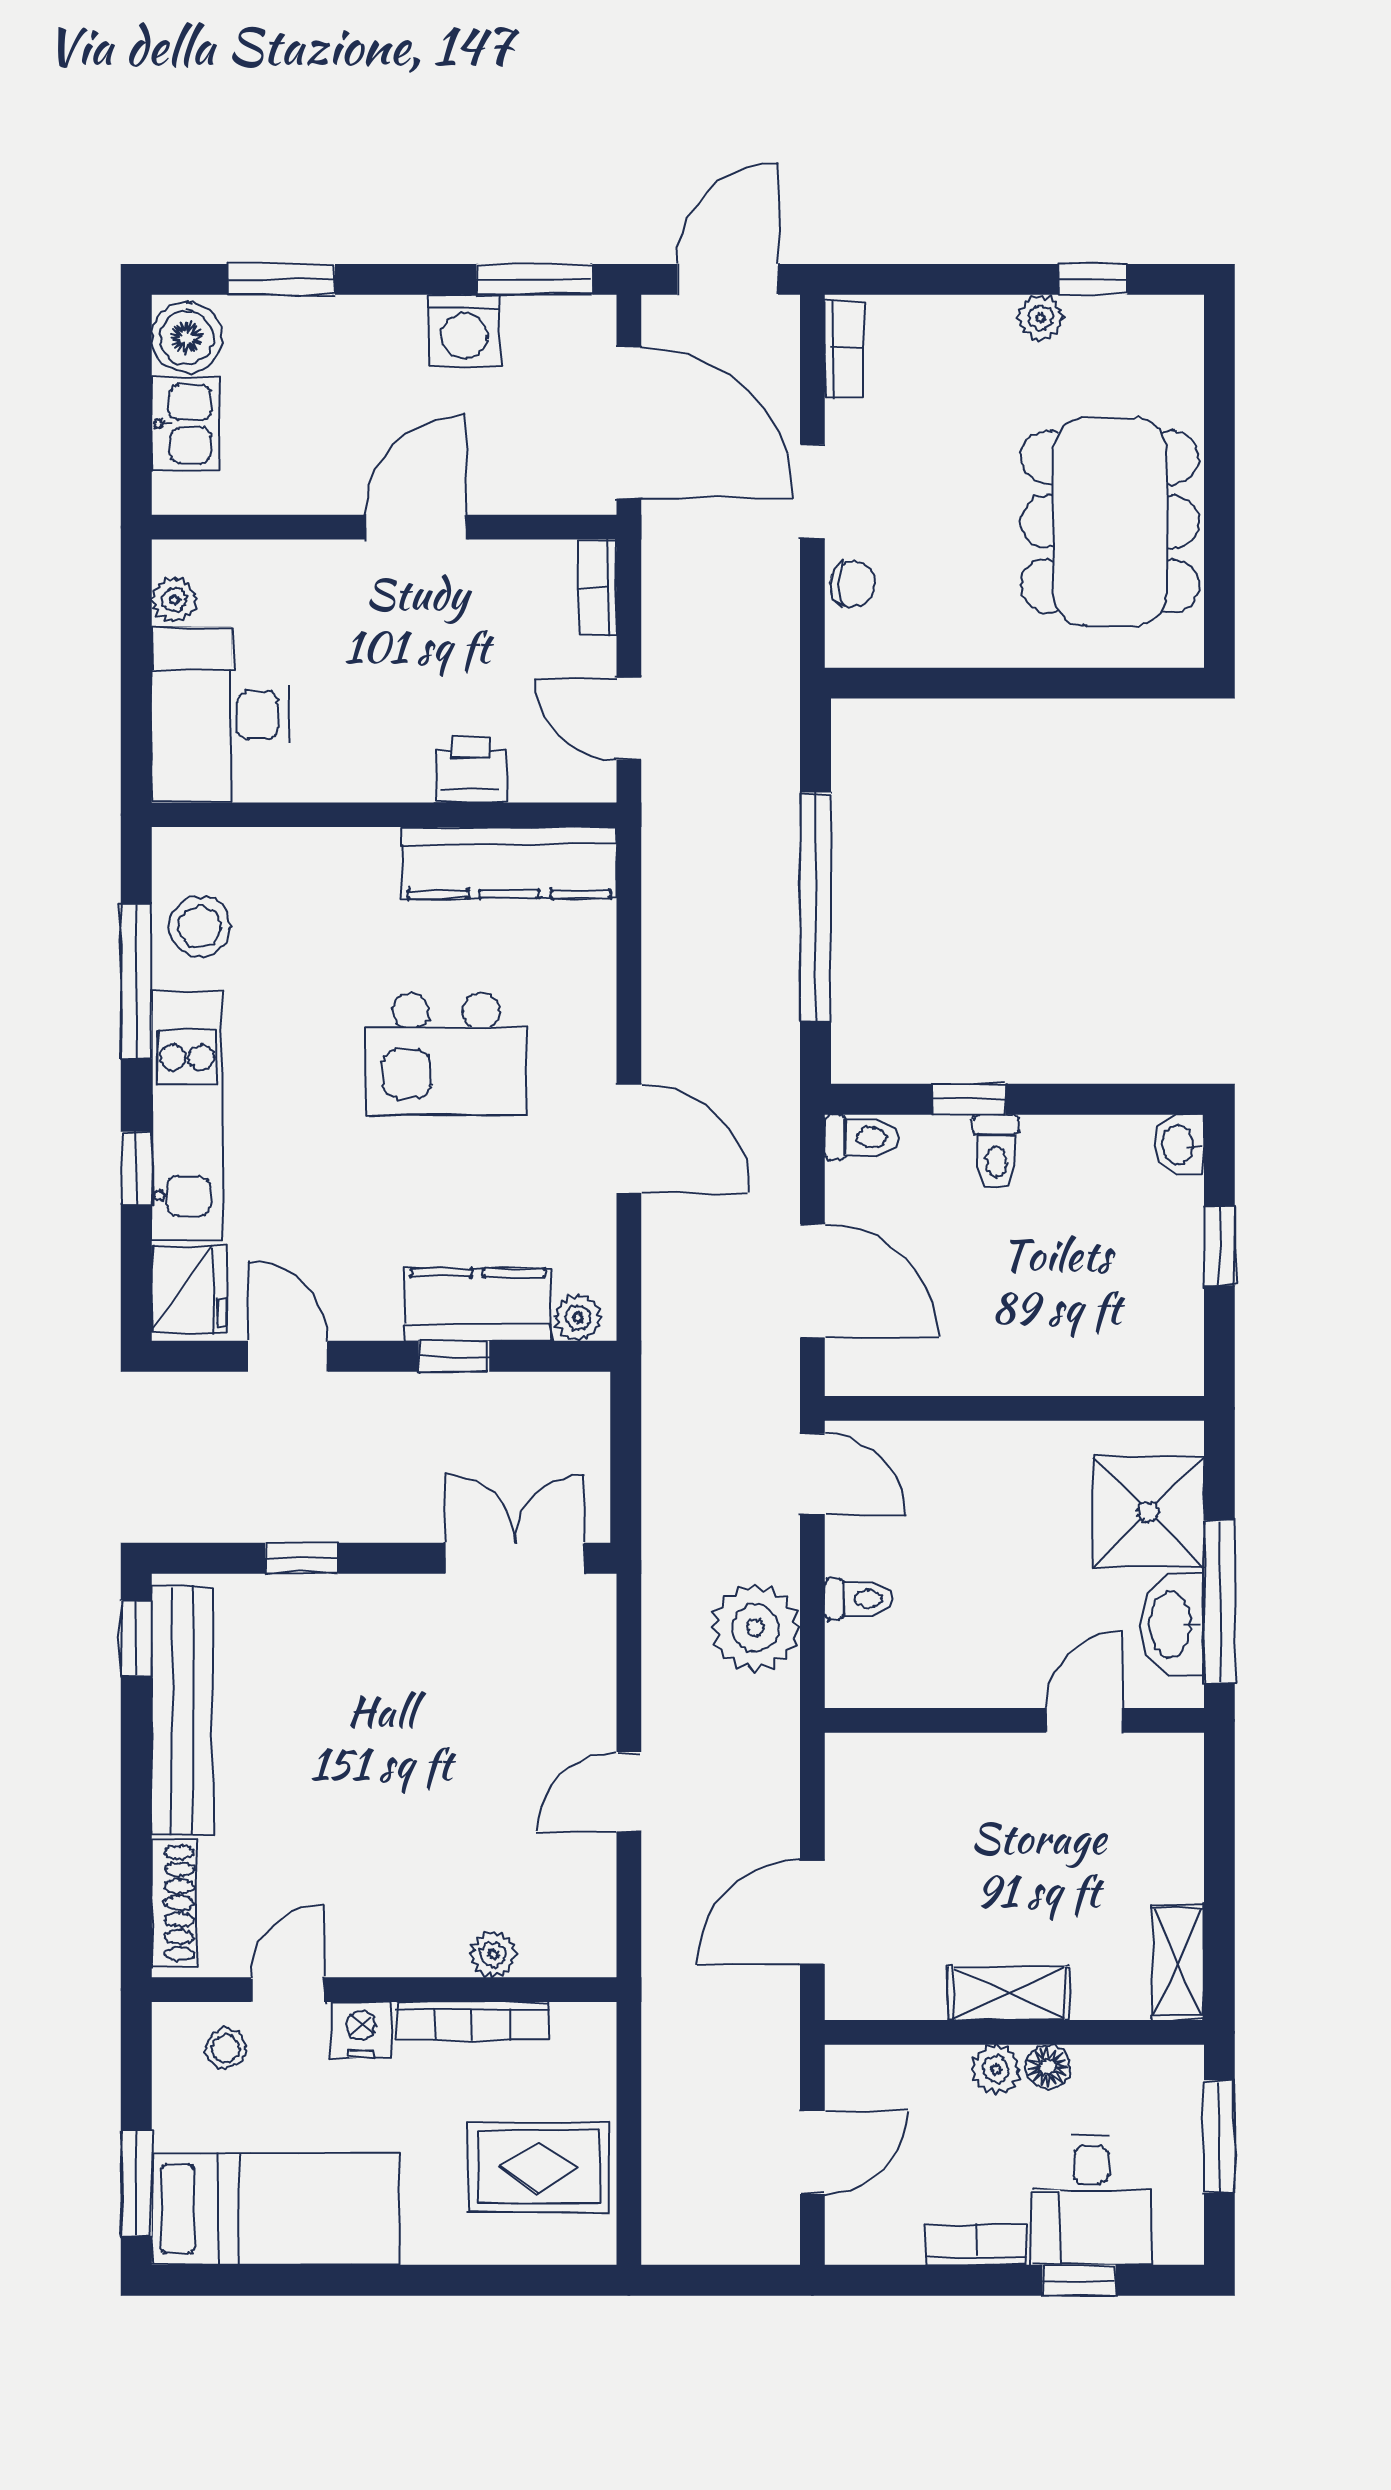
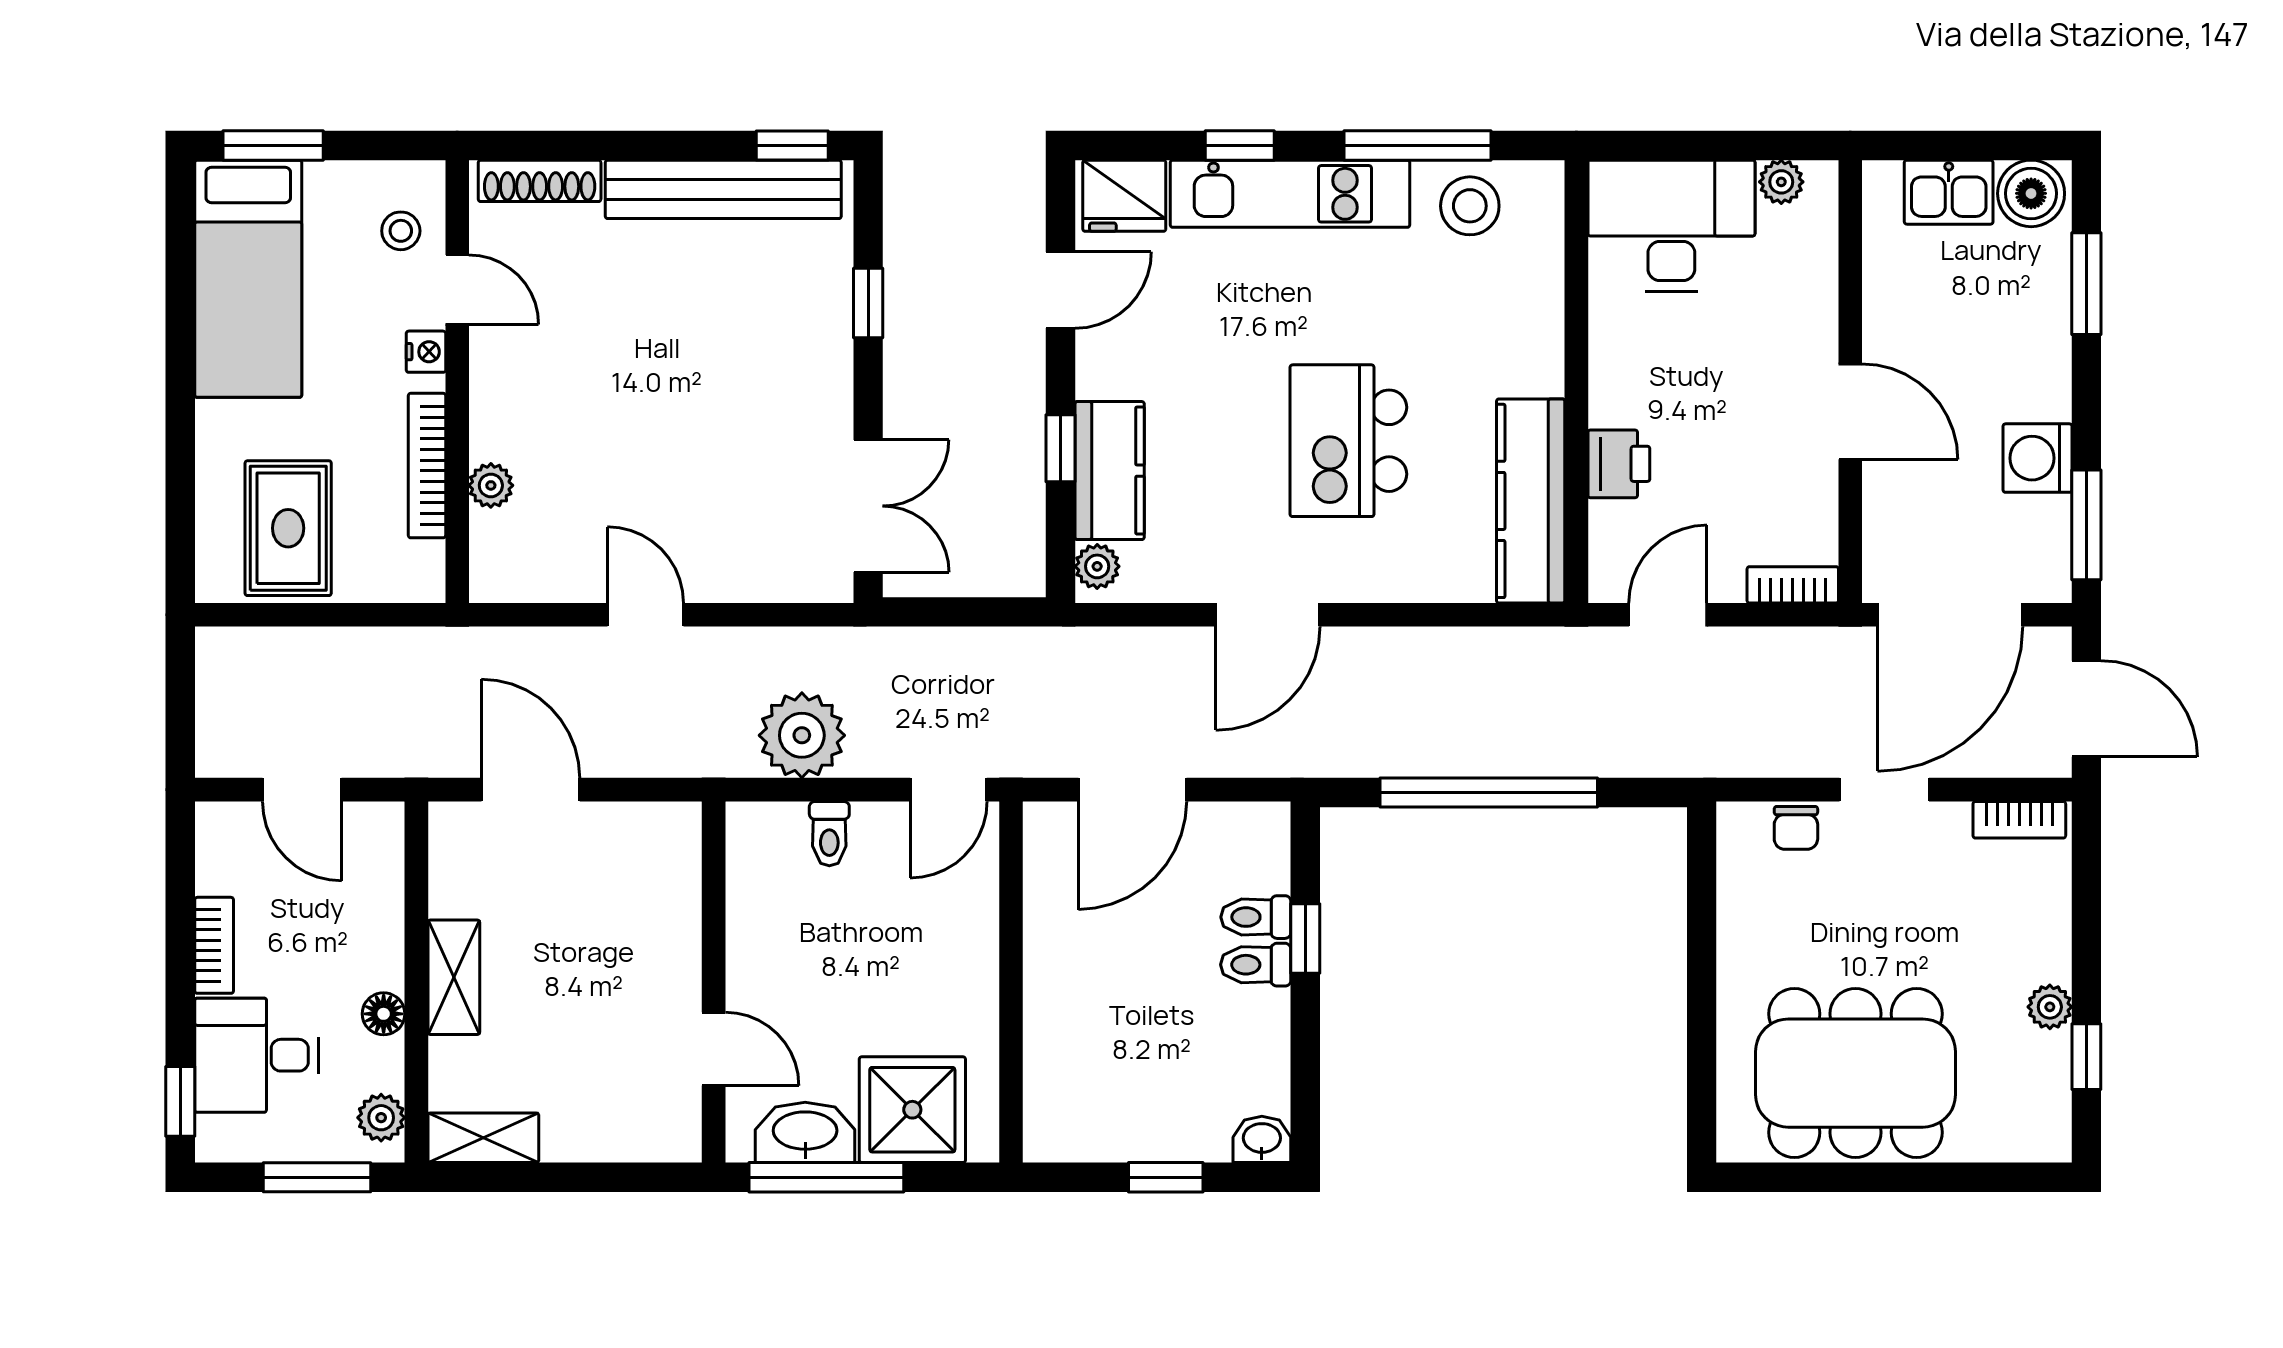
toilet: (861, 1137) -> (1256, 917), moved, turned 90
nightstand: (361, 2030) -> (426, 352), width x0.72, depth x0.74
plant: (996, 2069) -> (381, 1118), moved
window: (1079, 2280) -> (180, 1101), moved

